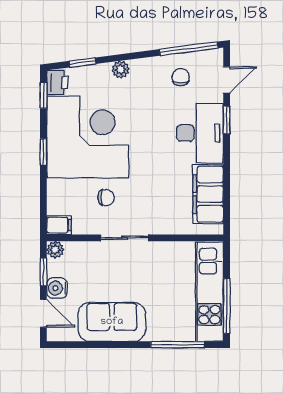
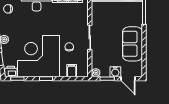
filing cabinet: (59, 225) -> (72, 71), moved
door: (43, 313) -> (128, 79), swing flipped

